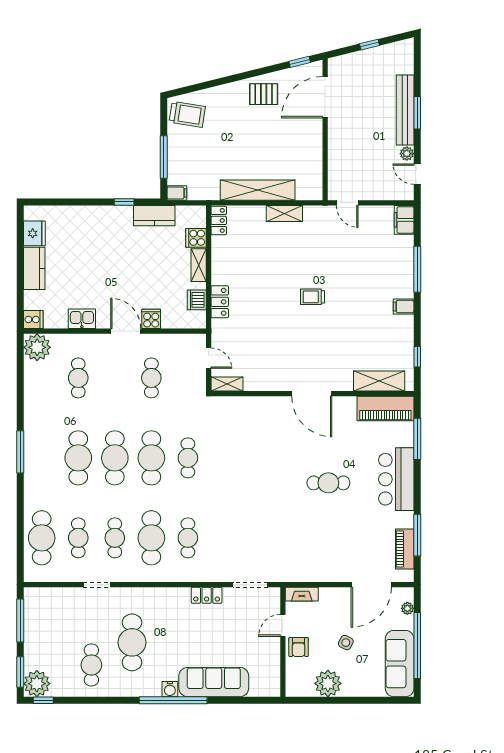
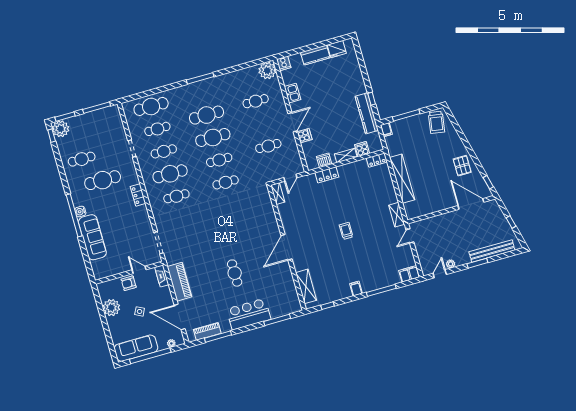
bench: (405, 110) -> (492, 251), moved
shelving: (284, 213) -> (397, 215), moved
kitchen counter: (154, 216) -> (367, 113), width x1.50
piano: (385, 409) -> (179, 282), moved, turned 180
cafe table: (151, 458) -> (219, 160), width x0.73, depth x0.74
locker: (207, 595) -> (138, 195), moved

